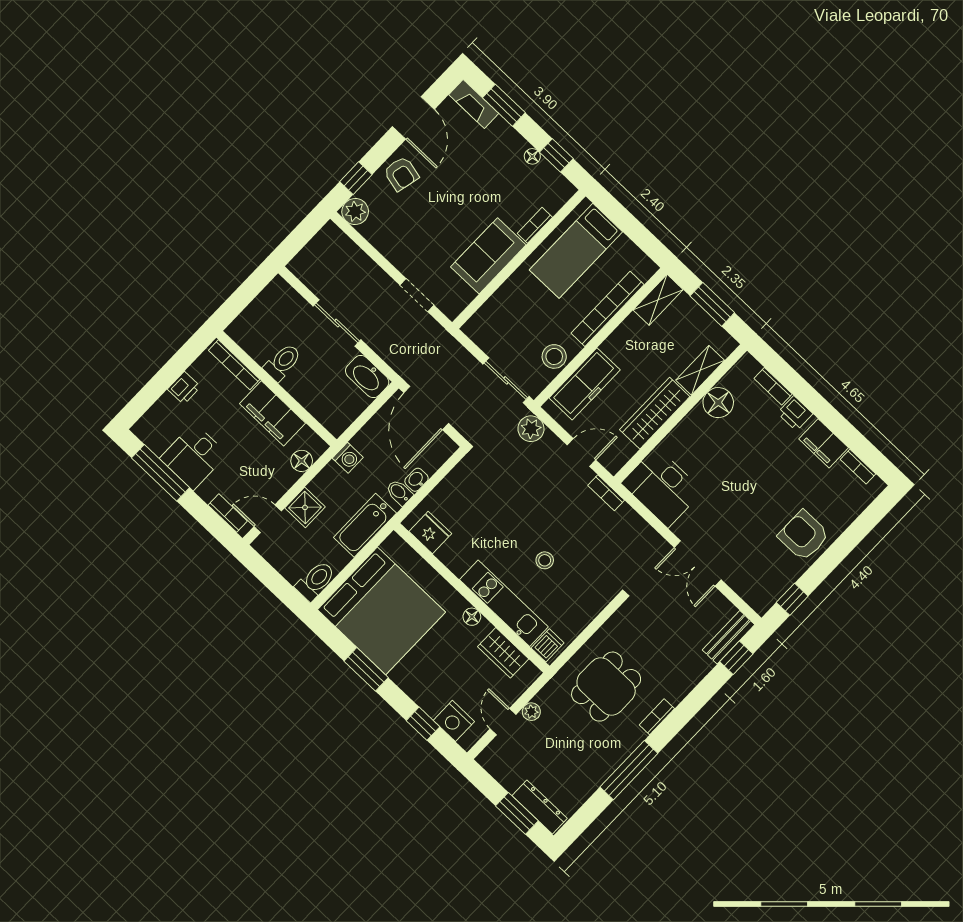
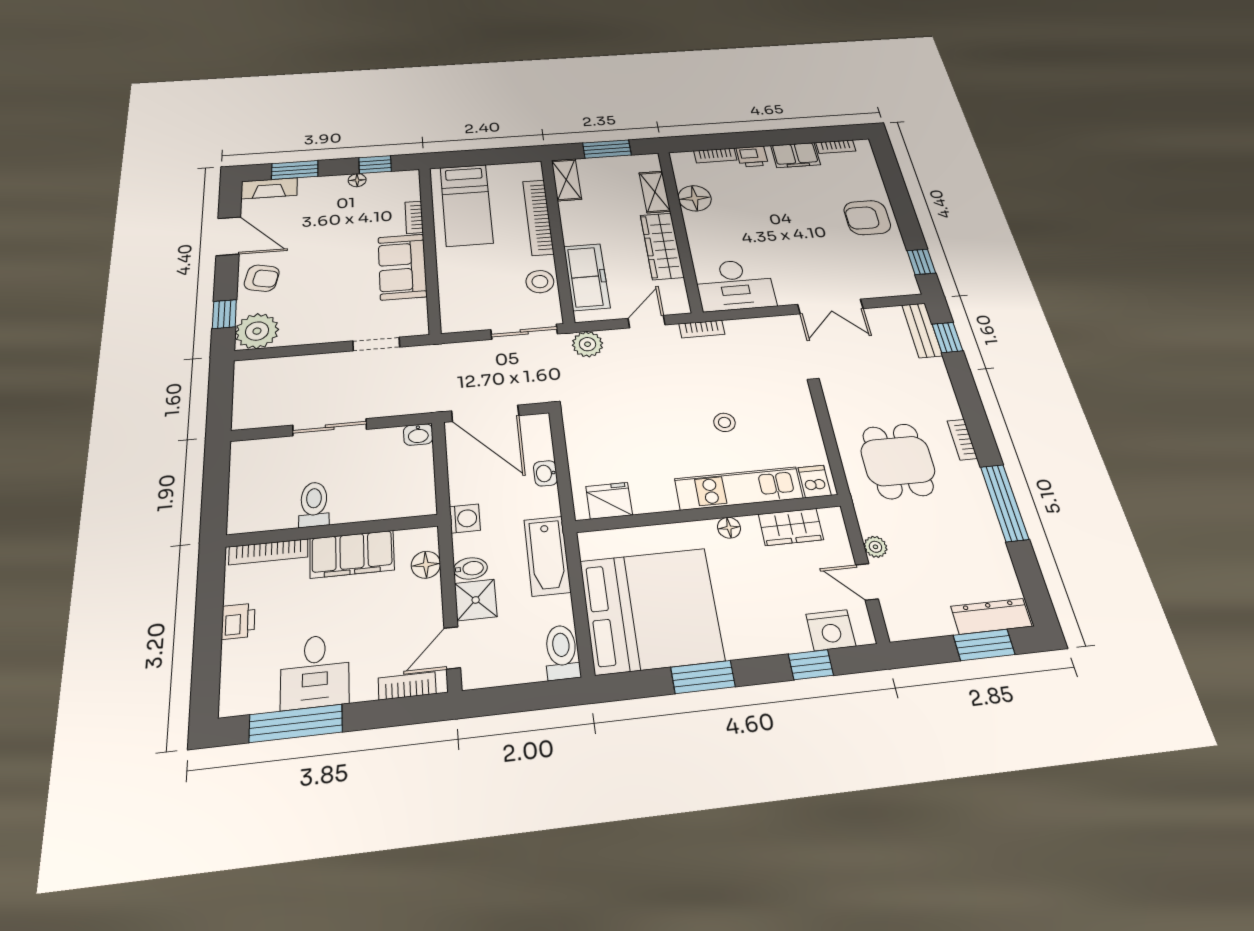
plant: (355, 212) -> (257, 331), width x1.36, depth x1.36
washbasin: (367, 377) -> (418, 435), width x0.52, depth x0.69
bidet: (399, 492) -> (470, 568), moved, turned 180

